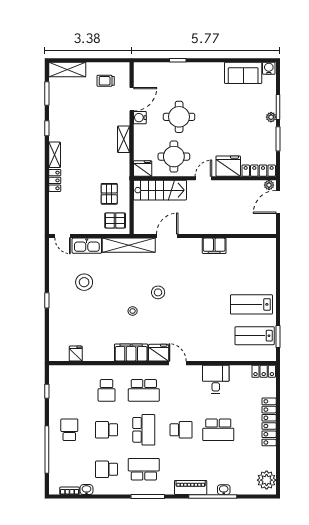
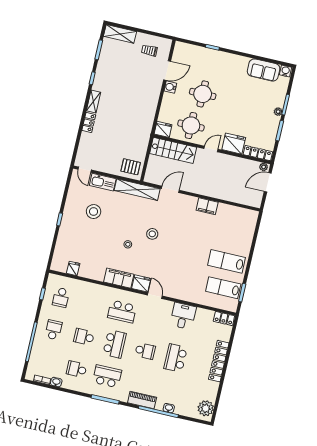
shelving: (124, 139) -> (153, 102), removed
pallet: (109, 194) -> (131, 144), removed
school desk: (107, 390) -> (61, 297), moved
school desk: (218, 430) -> (176, 358), turned 90

